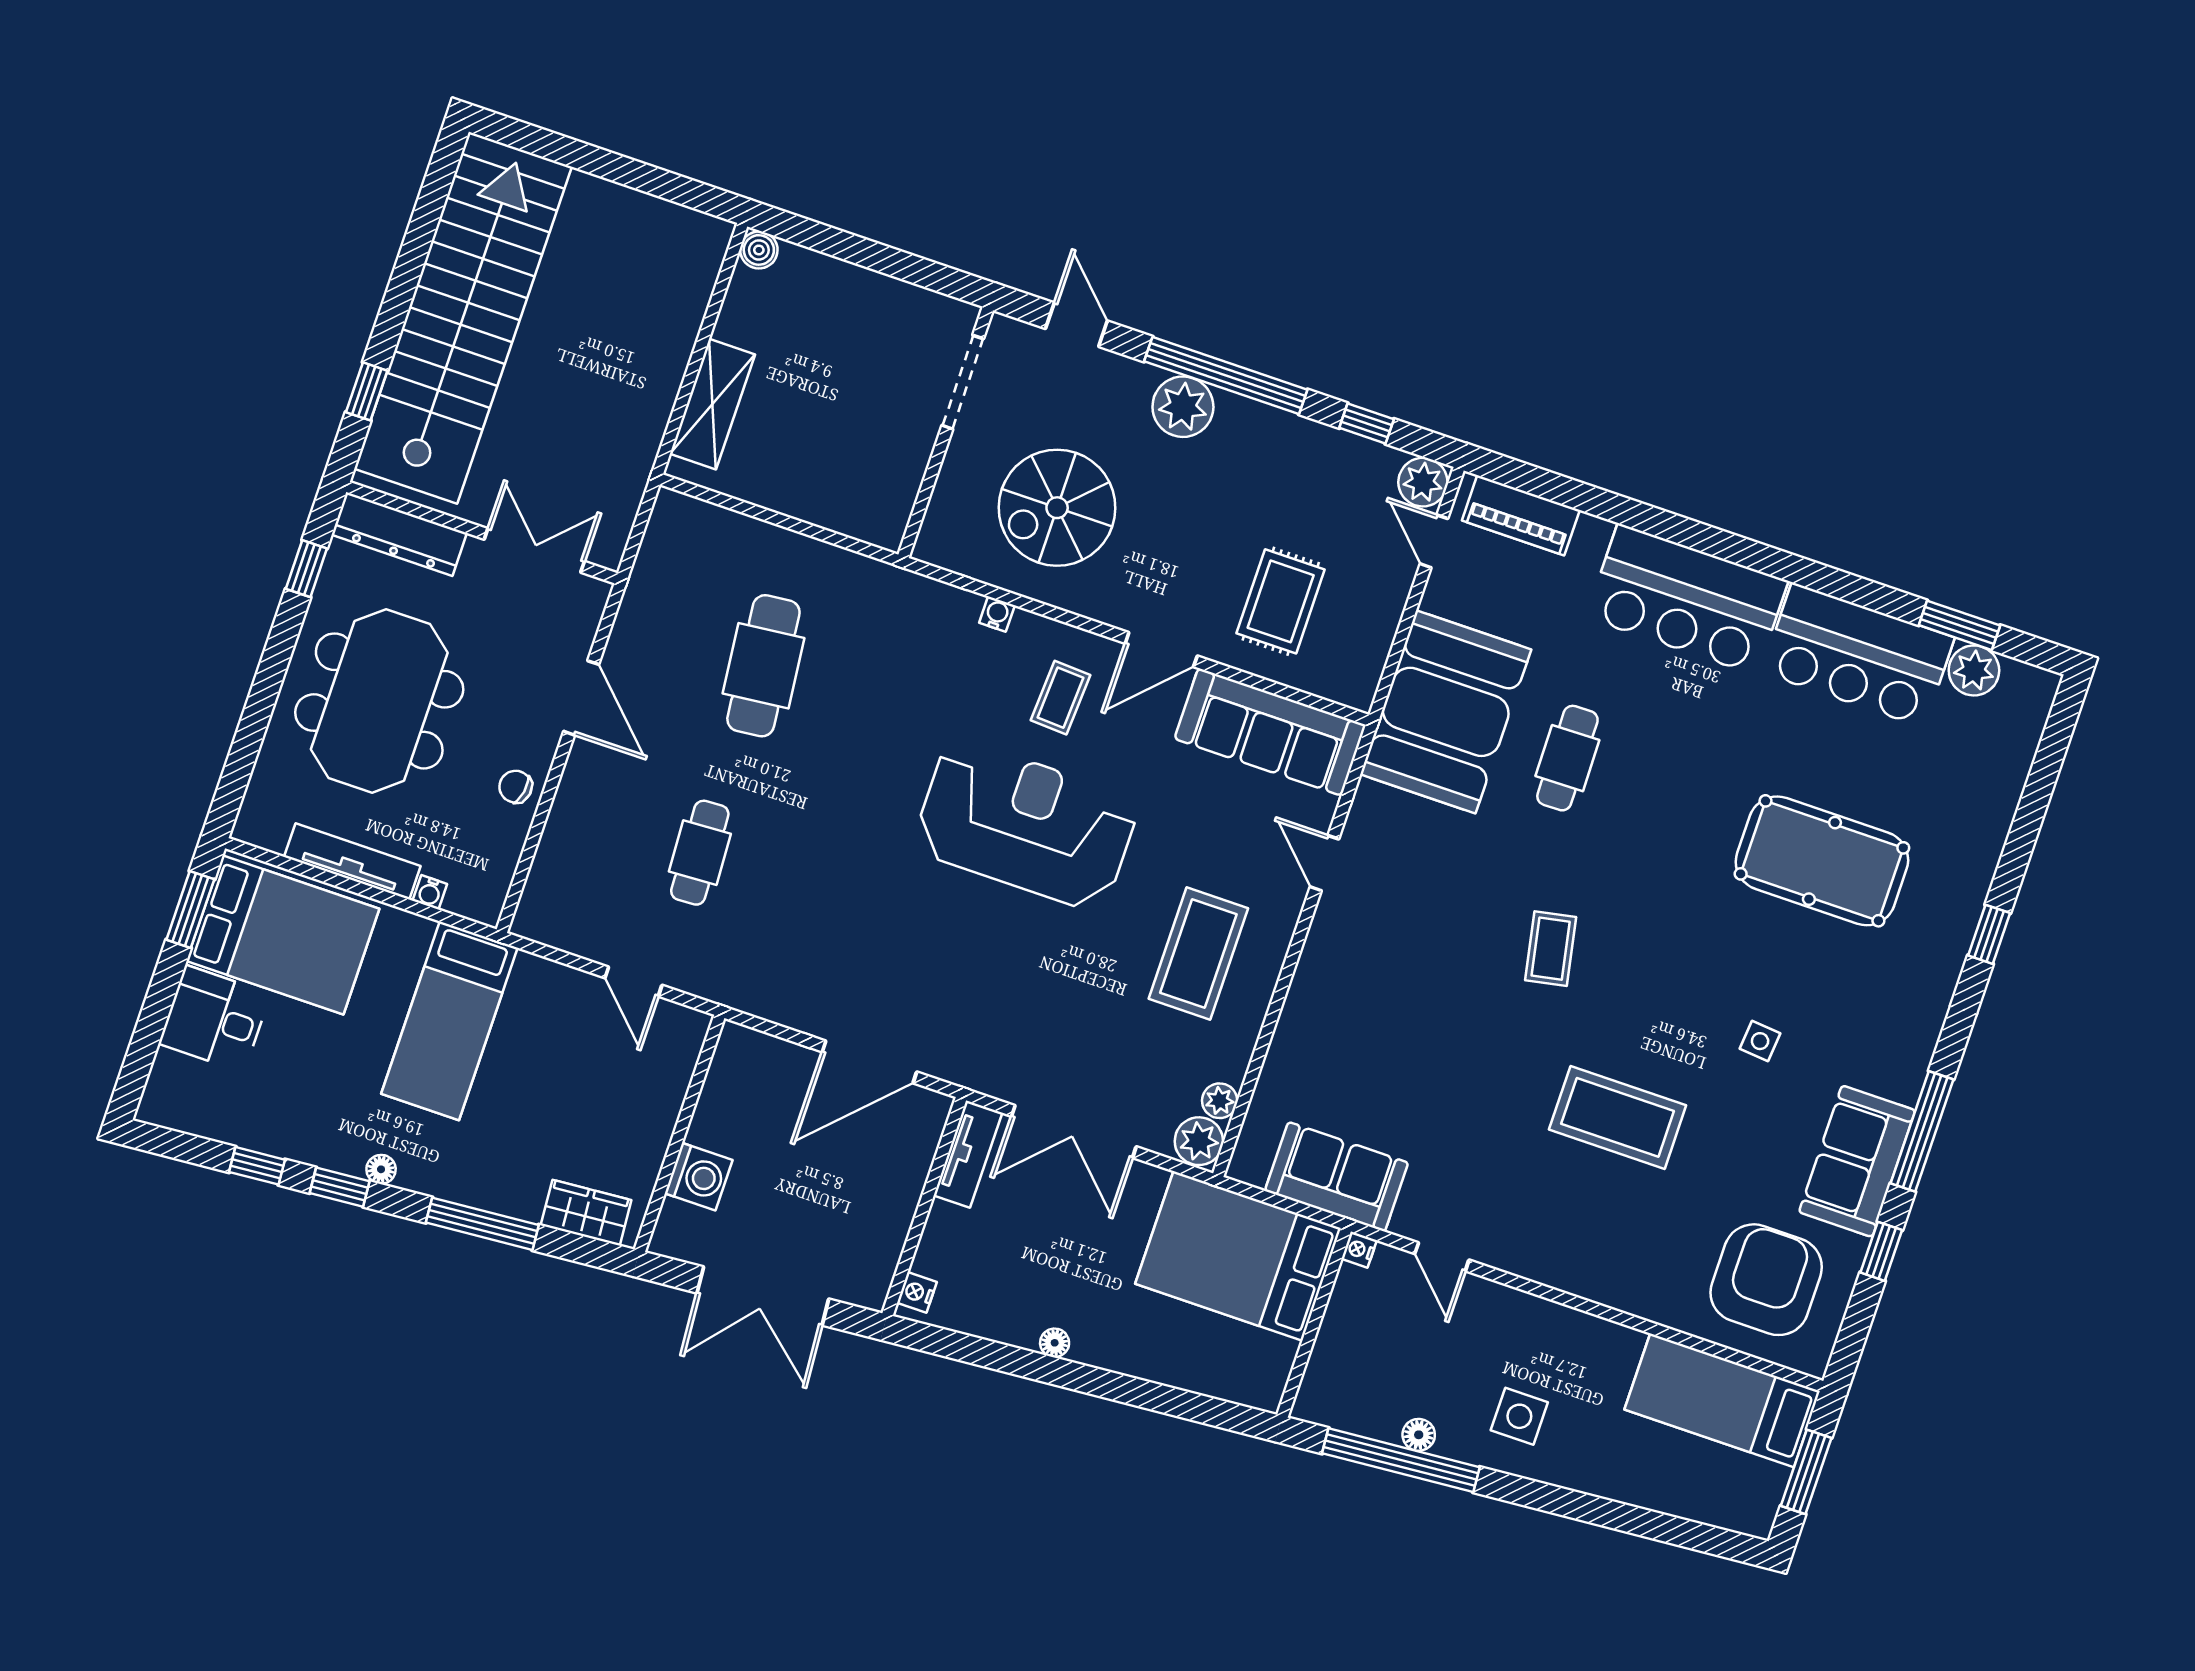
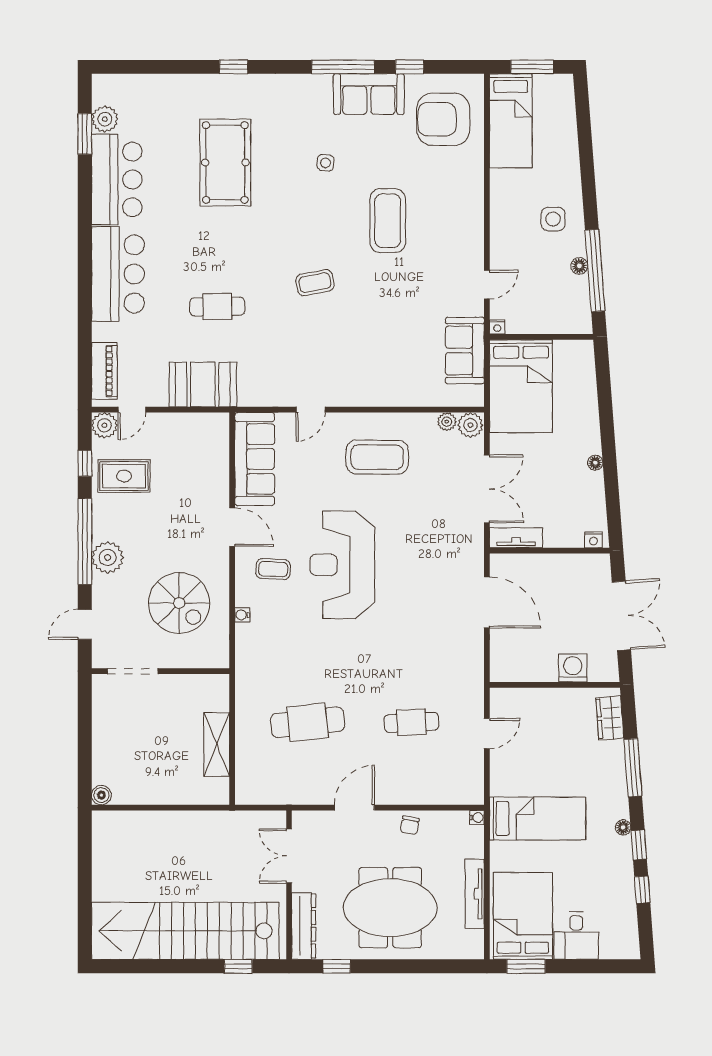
shelving: (712, 404) -> (217, 744), moved, turned 90
rug: (1281, 601) -> (124, 476), moved
booth: (1446, 712) -> (203, 384), width x0.73, depth x0.70
water cooler: (430, 892) -> (477, 818), moved

